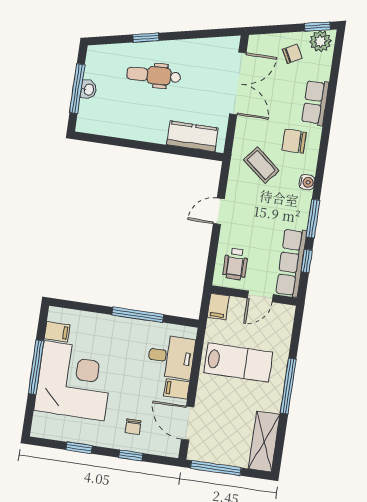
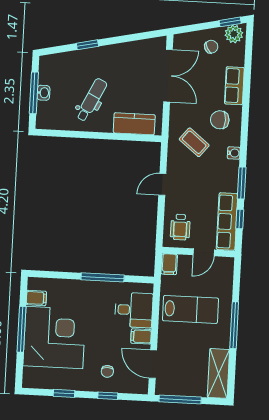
dental chair: (154, 75) -> (92, 100), moved, turned 119

